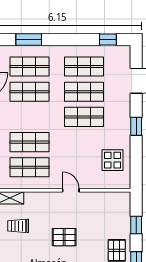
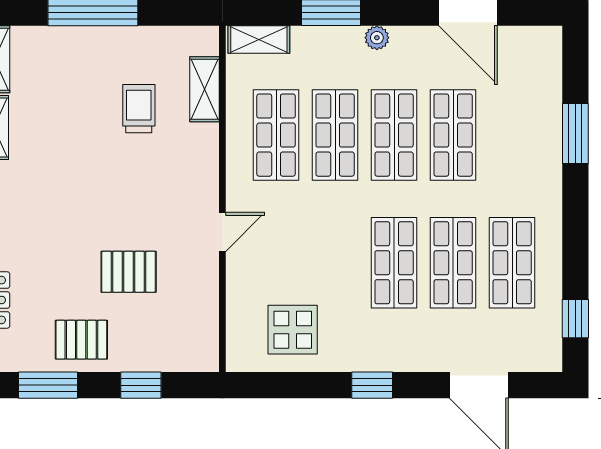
shop shelf: (29, 67) -> (394, 135), moved
pallet: (64, 237) -> (129, 272), moved, turned 90

